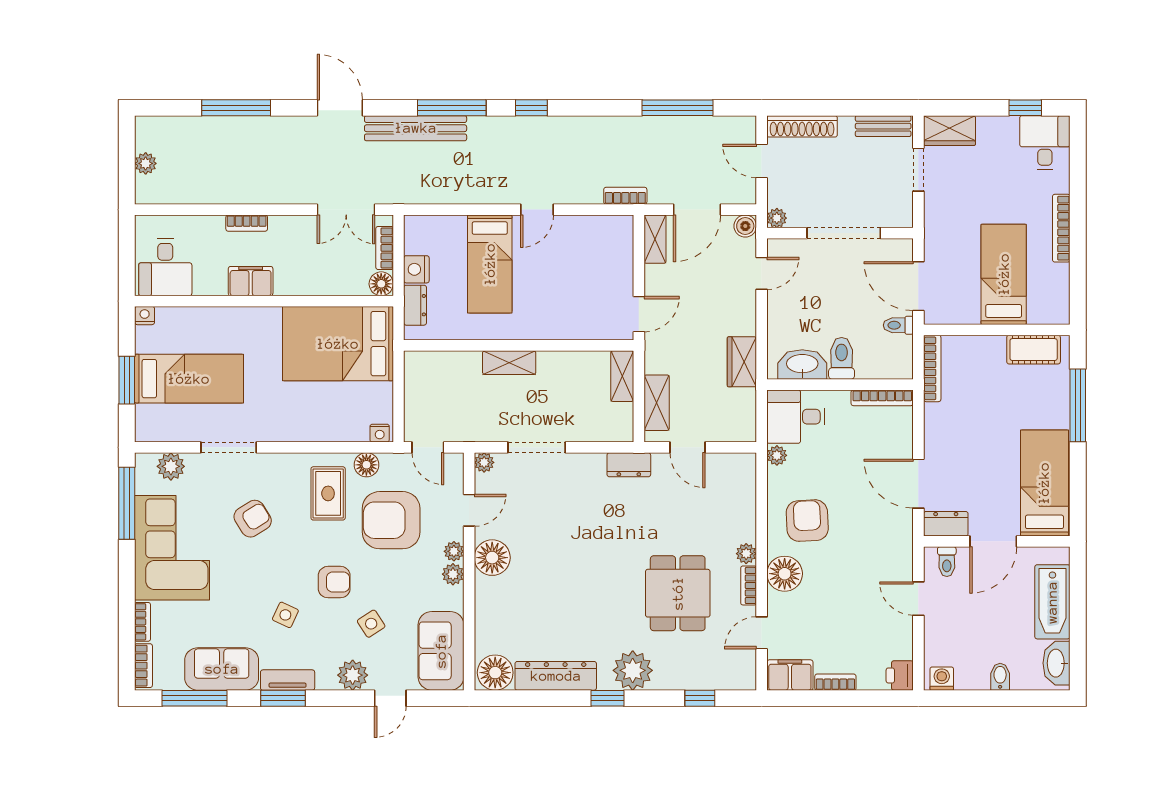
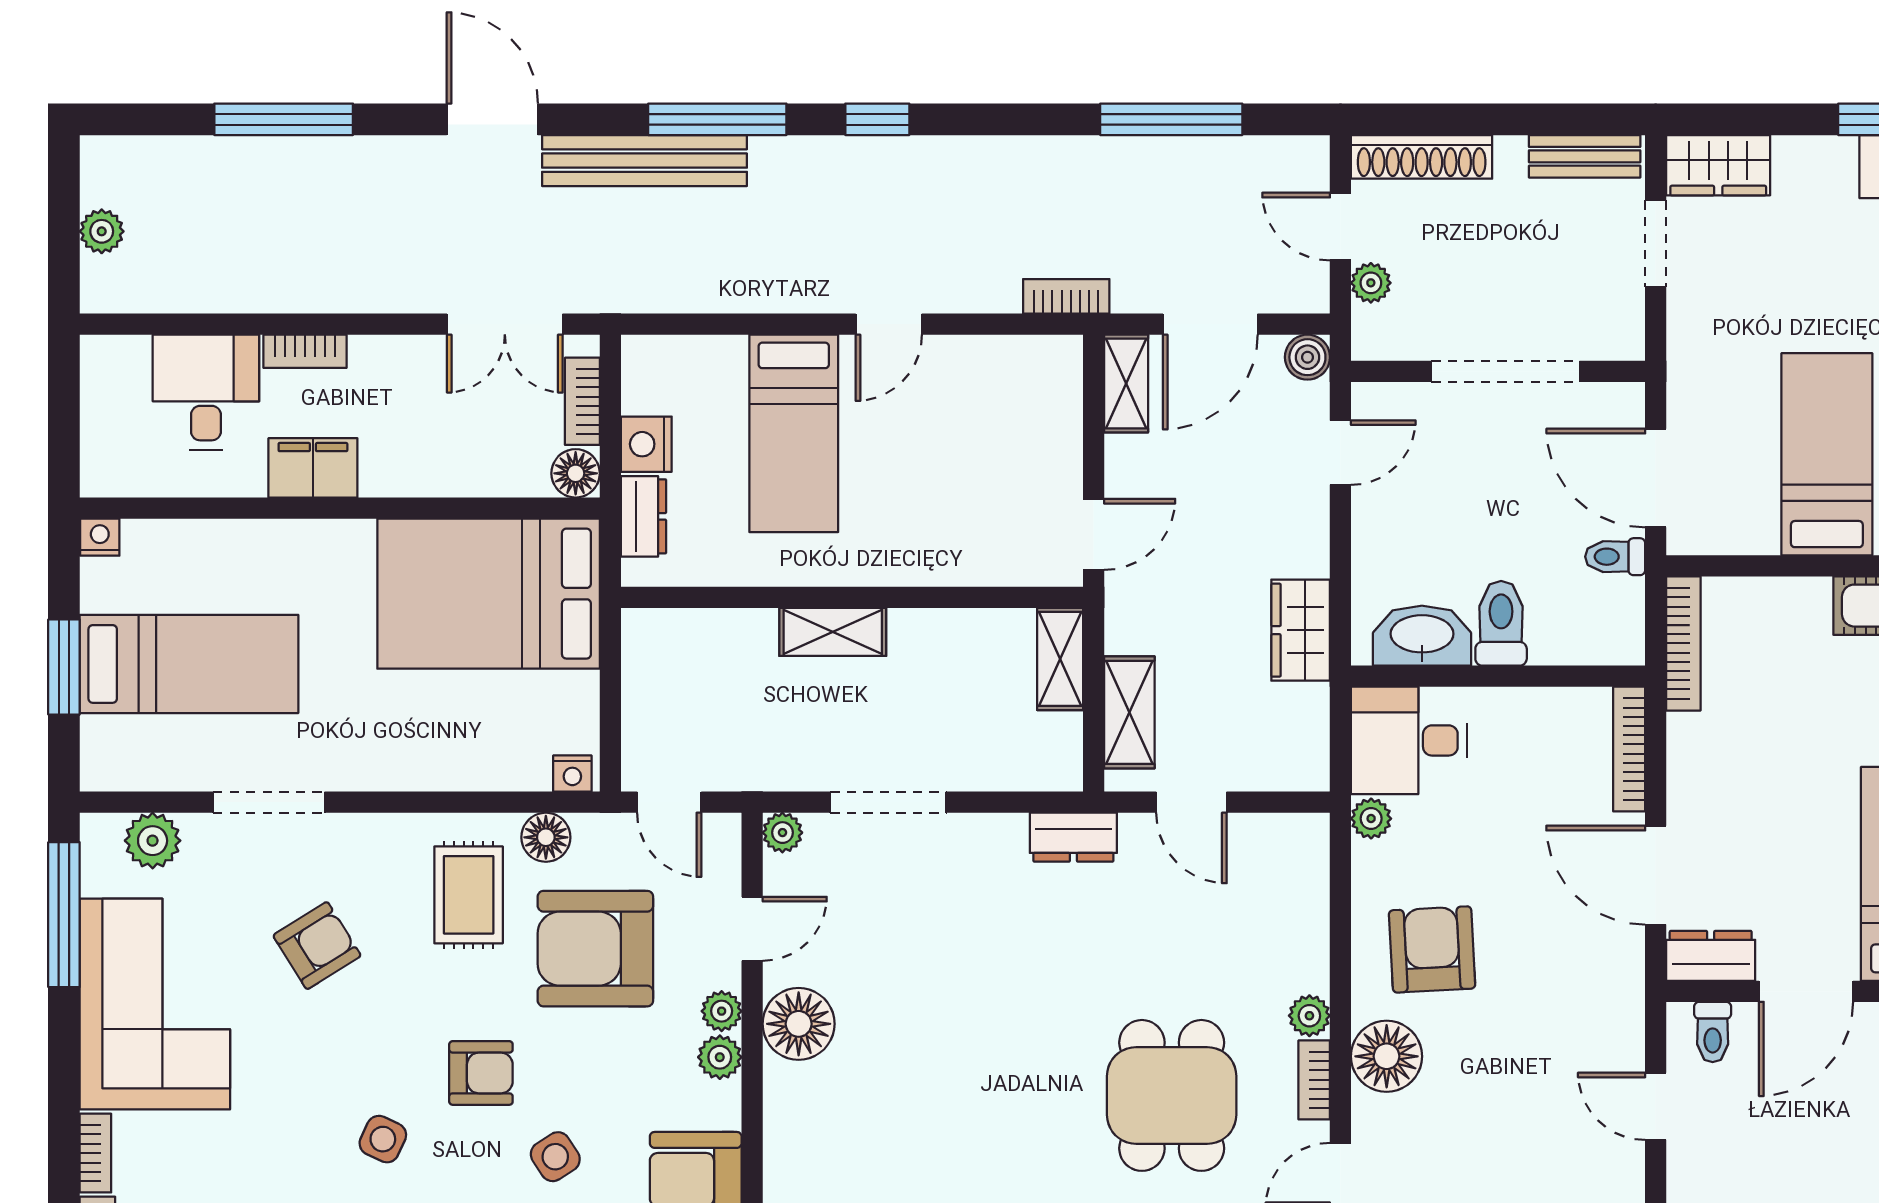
plant: (777, 218) -> (1371, 283), moved
desk: (165, 267) -> (206, 392), moved, turned 180
bookcase: (882, 398) -> (1629, 749), moved, turned 90

